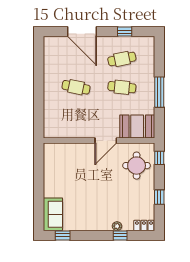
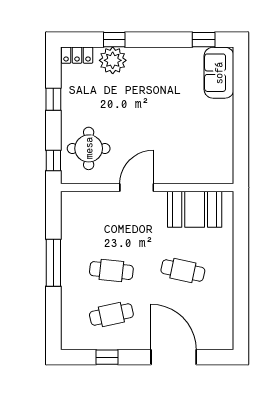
booth: (137, 127) -> (195, 209), moved
plant: (117, 226) -> (113, 60), width x1.88, depth x1.88

